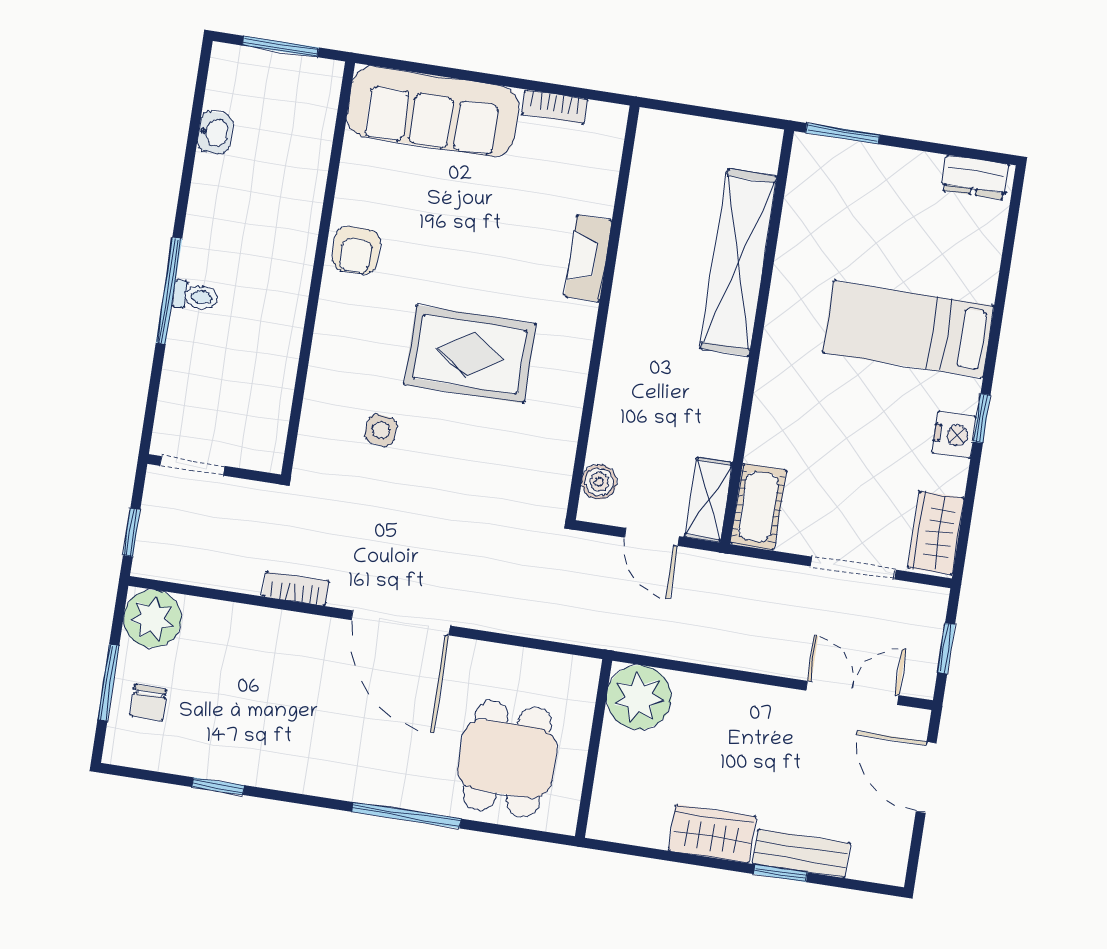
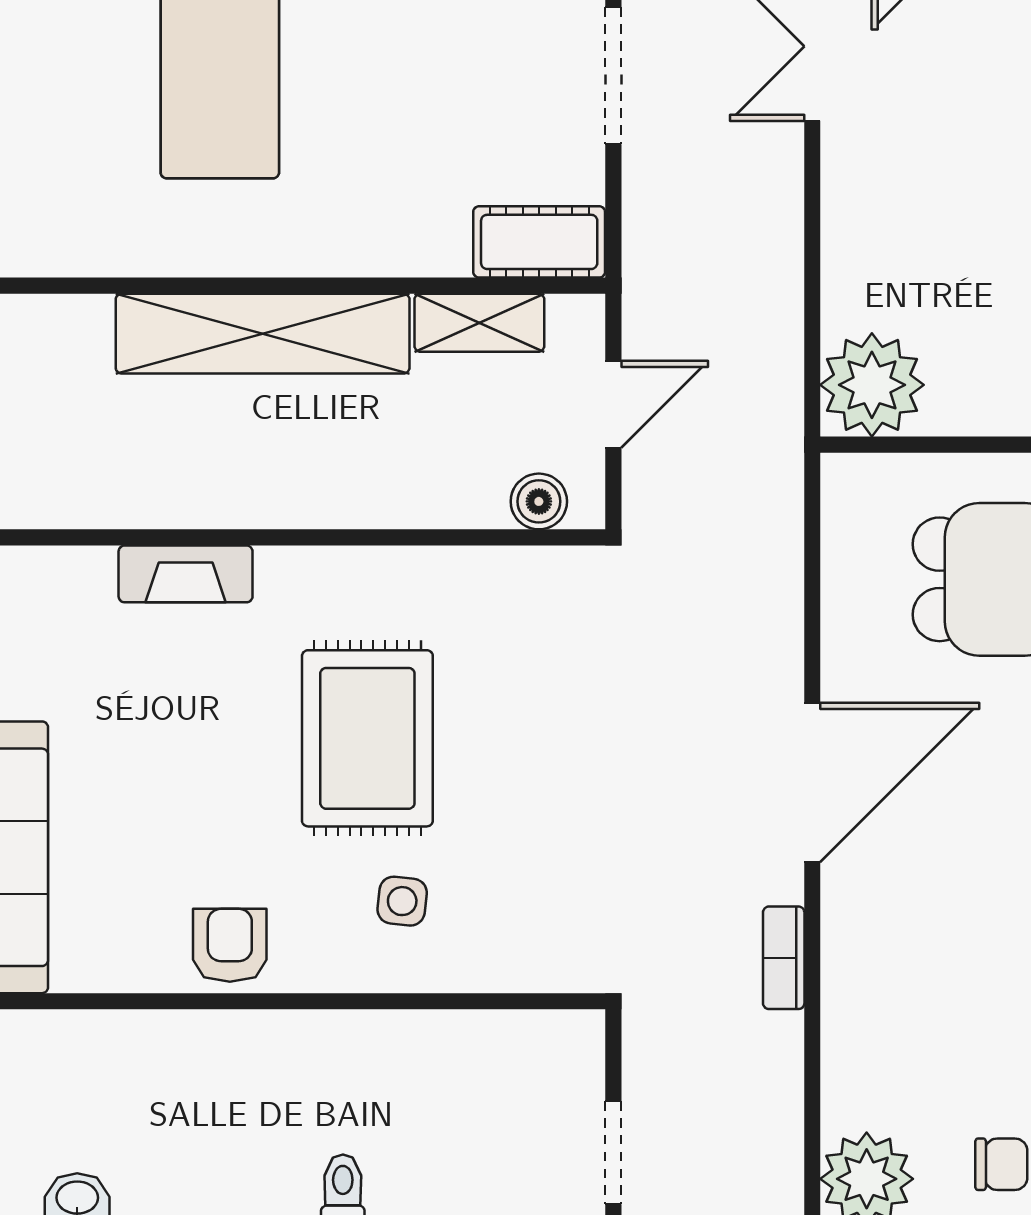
armchair: (356, 250) -> (230, 945), turned -90
shelving: (738, 262) -> (263, 334), moved
side table: (381, 430) -> (402, 901), moved
shelving: (709, 500) -> (479, 323), moved

